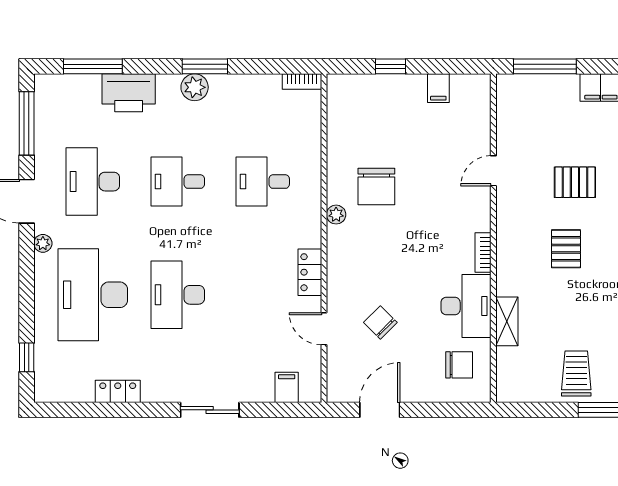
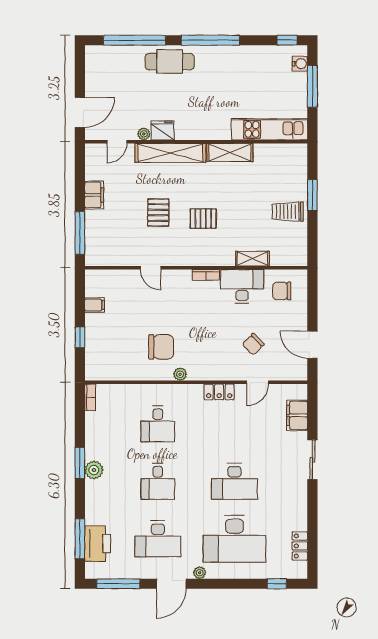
printer: (129, 93) -> (98, 544), moved
chair: (459, 365) -> (282, 291), turned -90
filing cabinet: (287, 387) -> (297, 415), width x2.00
locker: (118, 391) -> (300, 546), moved

